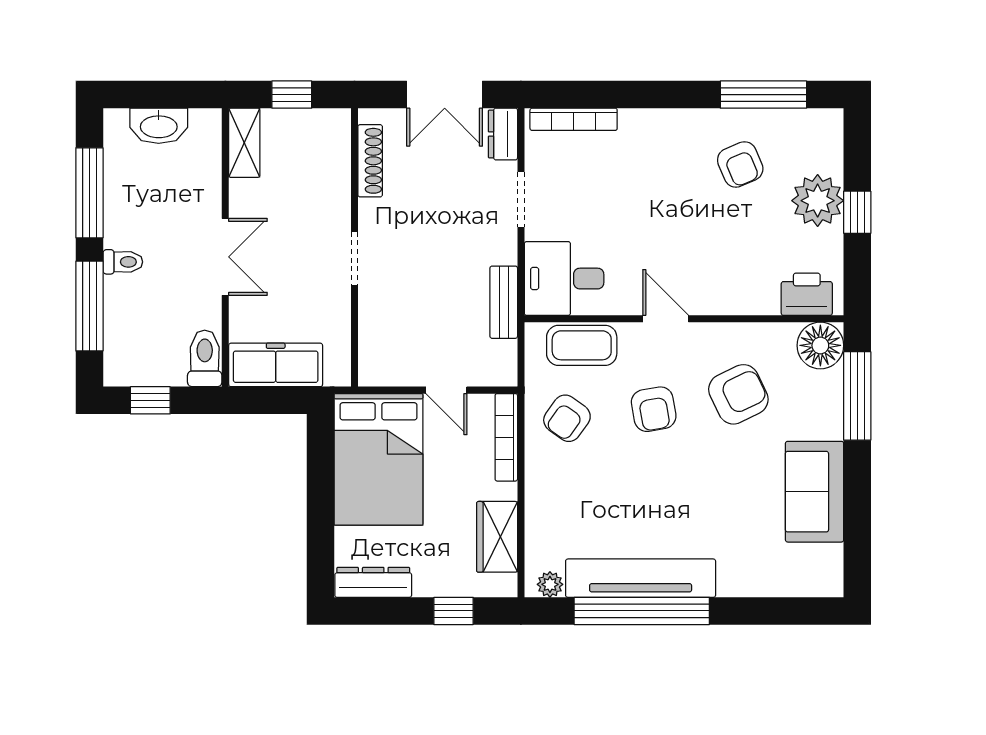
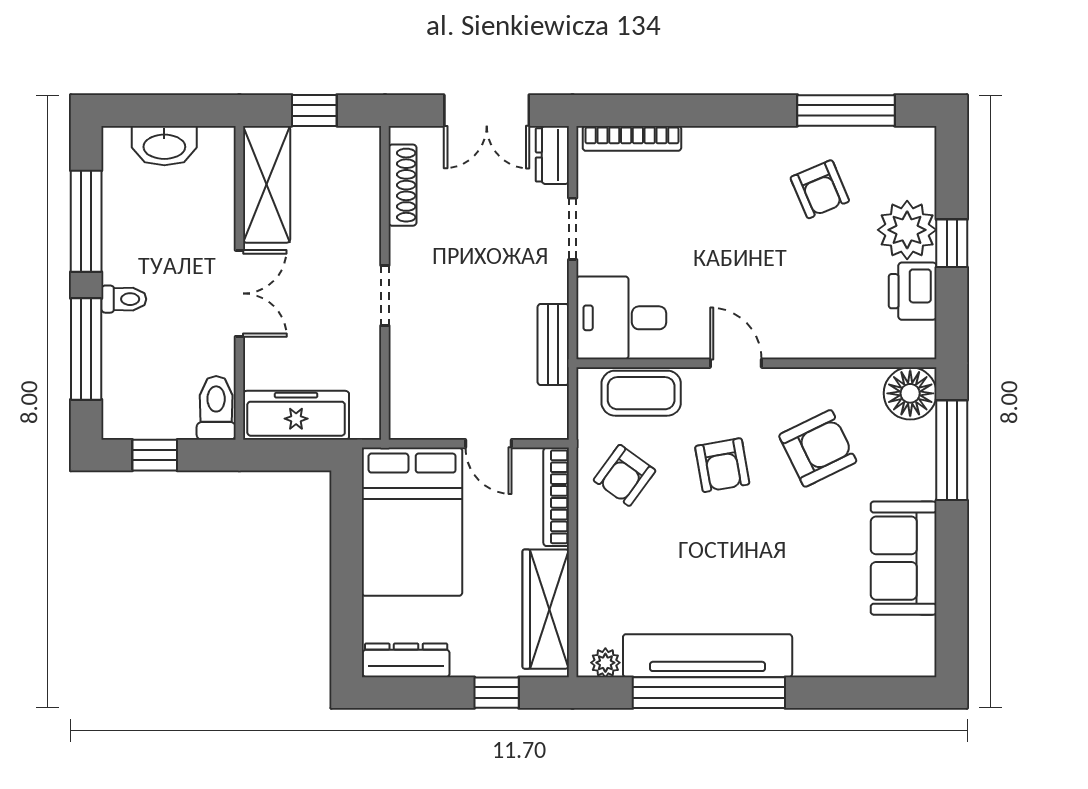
shelving: (244, 143) -> (267, 184), width x1.50, depth x1.33
printer: (807, 294) -> (913, 291), moved, turned -90
wardrobe: (497, 537) -> (546, 609), width x1.50

